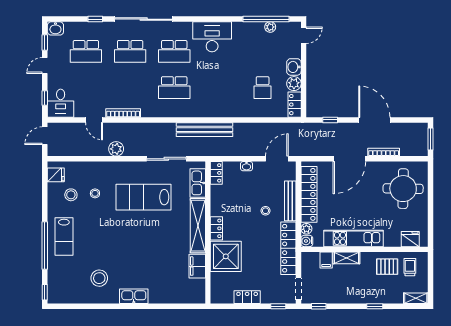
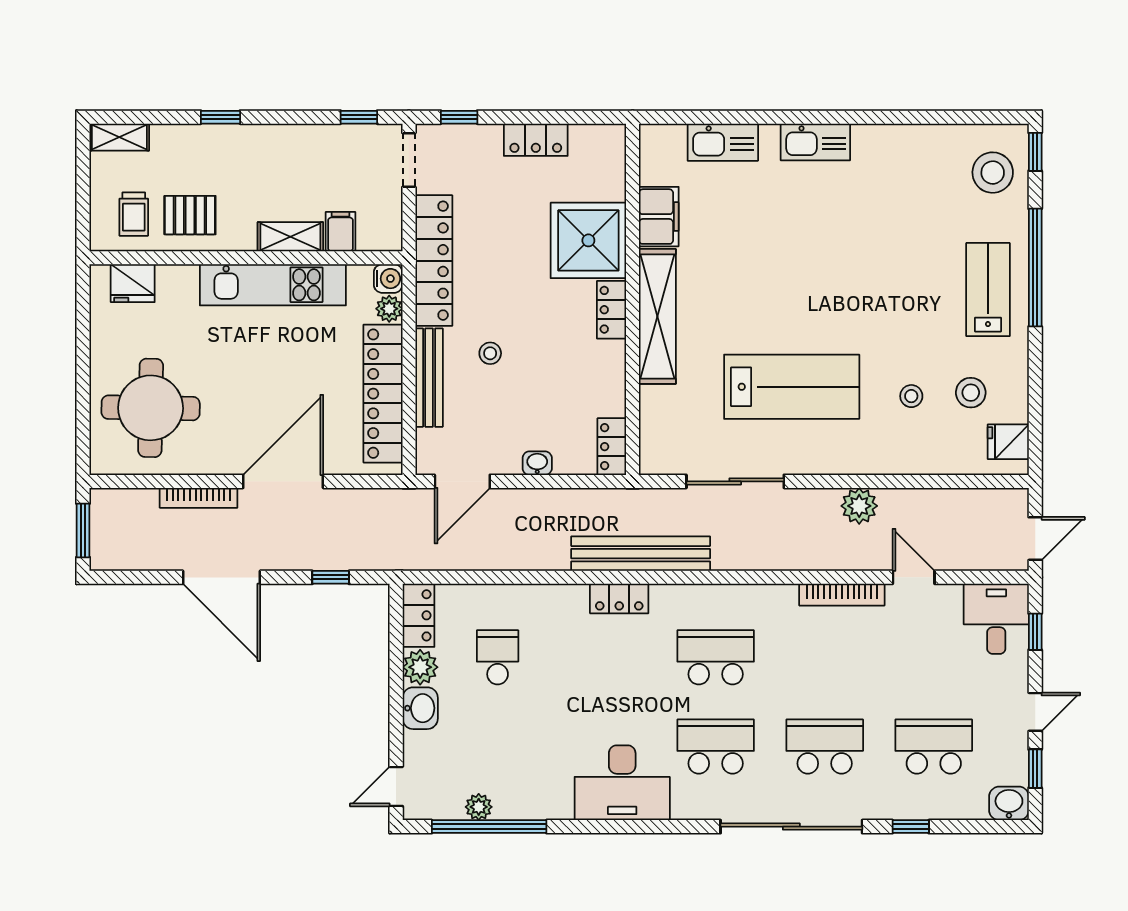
locker: (213, 111) -> (619, 598), added
kitchen sink: (198, 183) -> (723, 142), moved, turned 90
stool: (99, 278) -> (993, 173), moved

